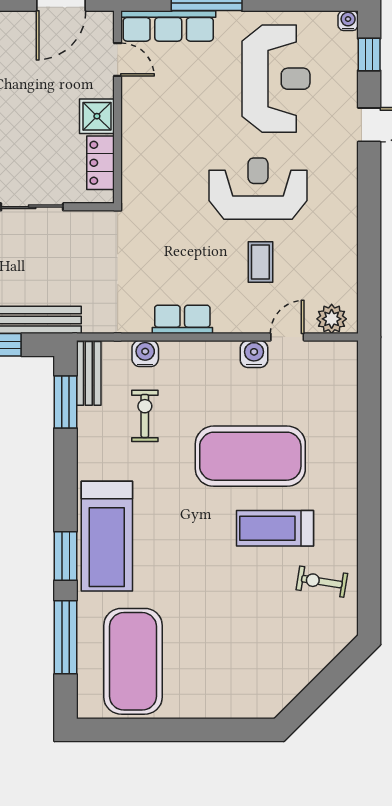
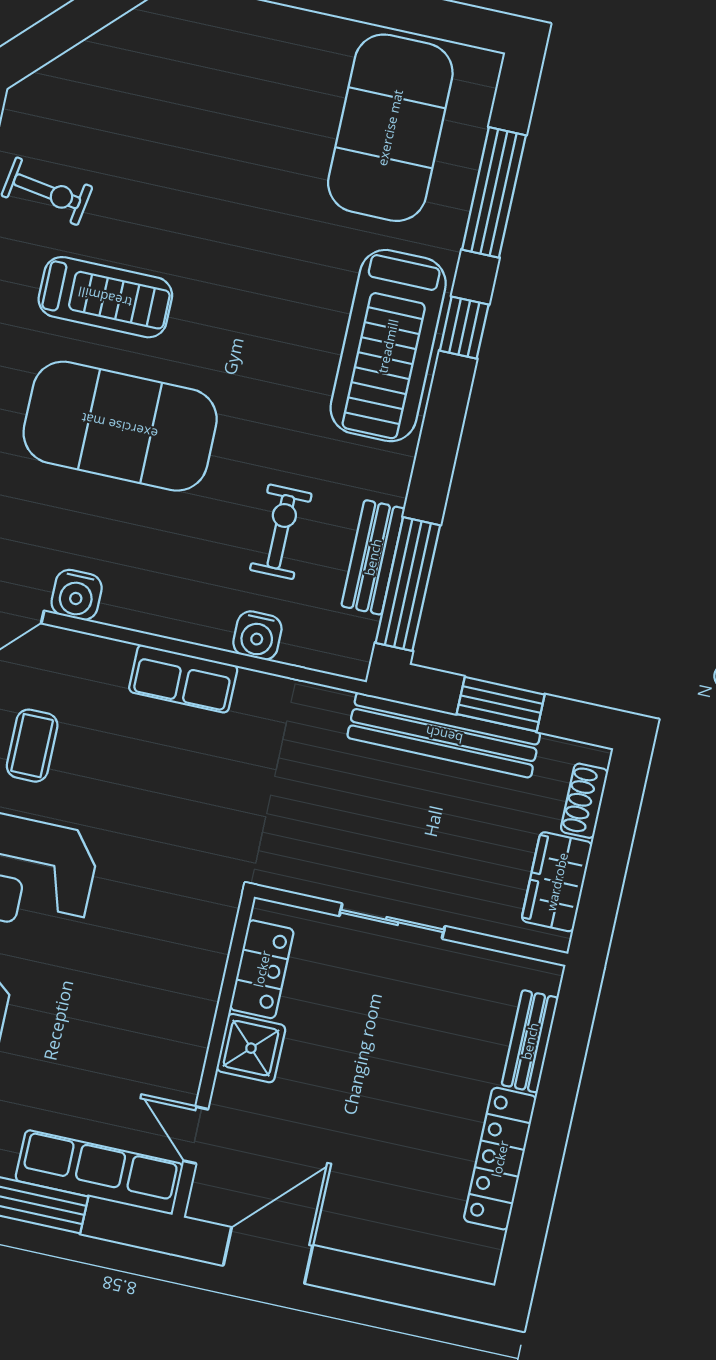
bench: (89, 373) -> (373, 557), moved
window: (65, 402) -> (408, 584), width x1.44
exercise bike: (145, 416) -> (281, 532), turned 180
treadmill: (107, 536) -> (388, 346), turned 180
window: (65, 556) -> (464, 328), width x0.67

